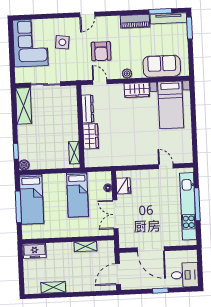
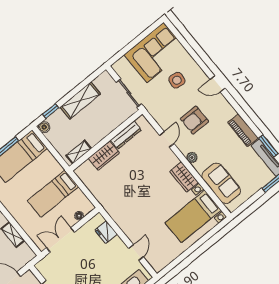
shelving: (24, 106) -> (80, 101), moved
dresser: (88, 109) -> (126, 135), moved
wall: (80, 126) -> (106, 140), moved
wardrobe: (91, 136) -> (104, 156), moved
shelving: (74, 153) -> (79, 152), moved
fridge: (123, 186) -> (106, 232), moved, turned 90

